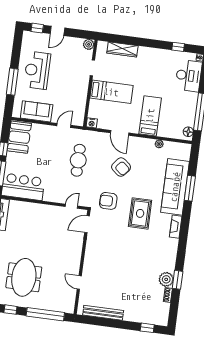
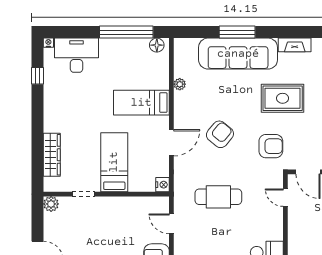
armchair: (108, 201) -> (271, 146), turned -90

